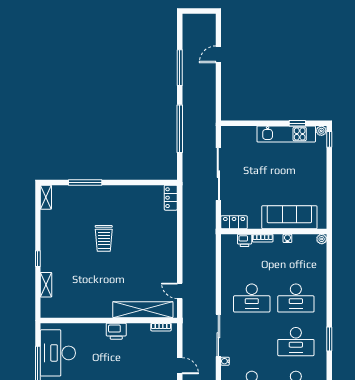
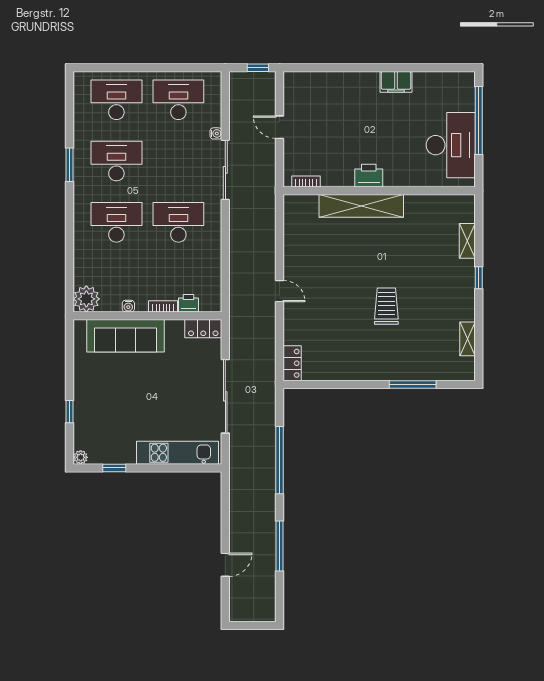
kitchen unit: (286, 134) -> (178, 453), moved
window: (329, 139) -> (70, 412), moved
shelving: (46, 197) -> (468, 339), moved
plant: (322, 239) -> (86, 299), width x1.88, depth x1.88
door: (180, 291) -> (280, 291), moved
shelving: (143, 310) -> (361, 206), moved

